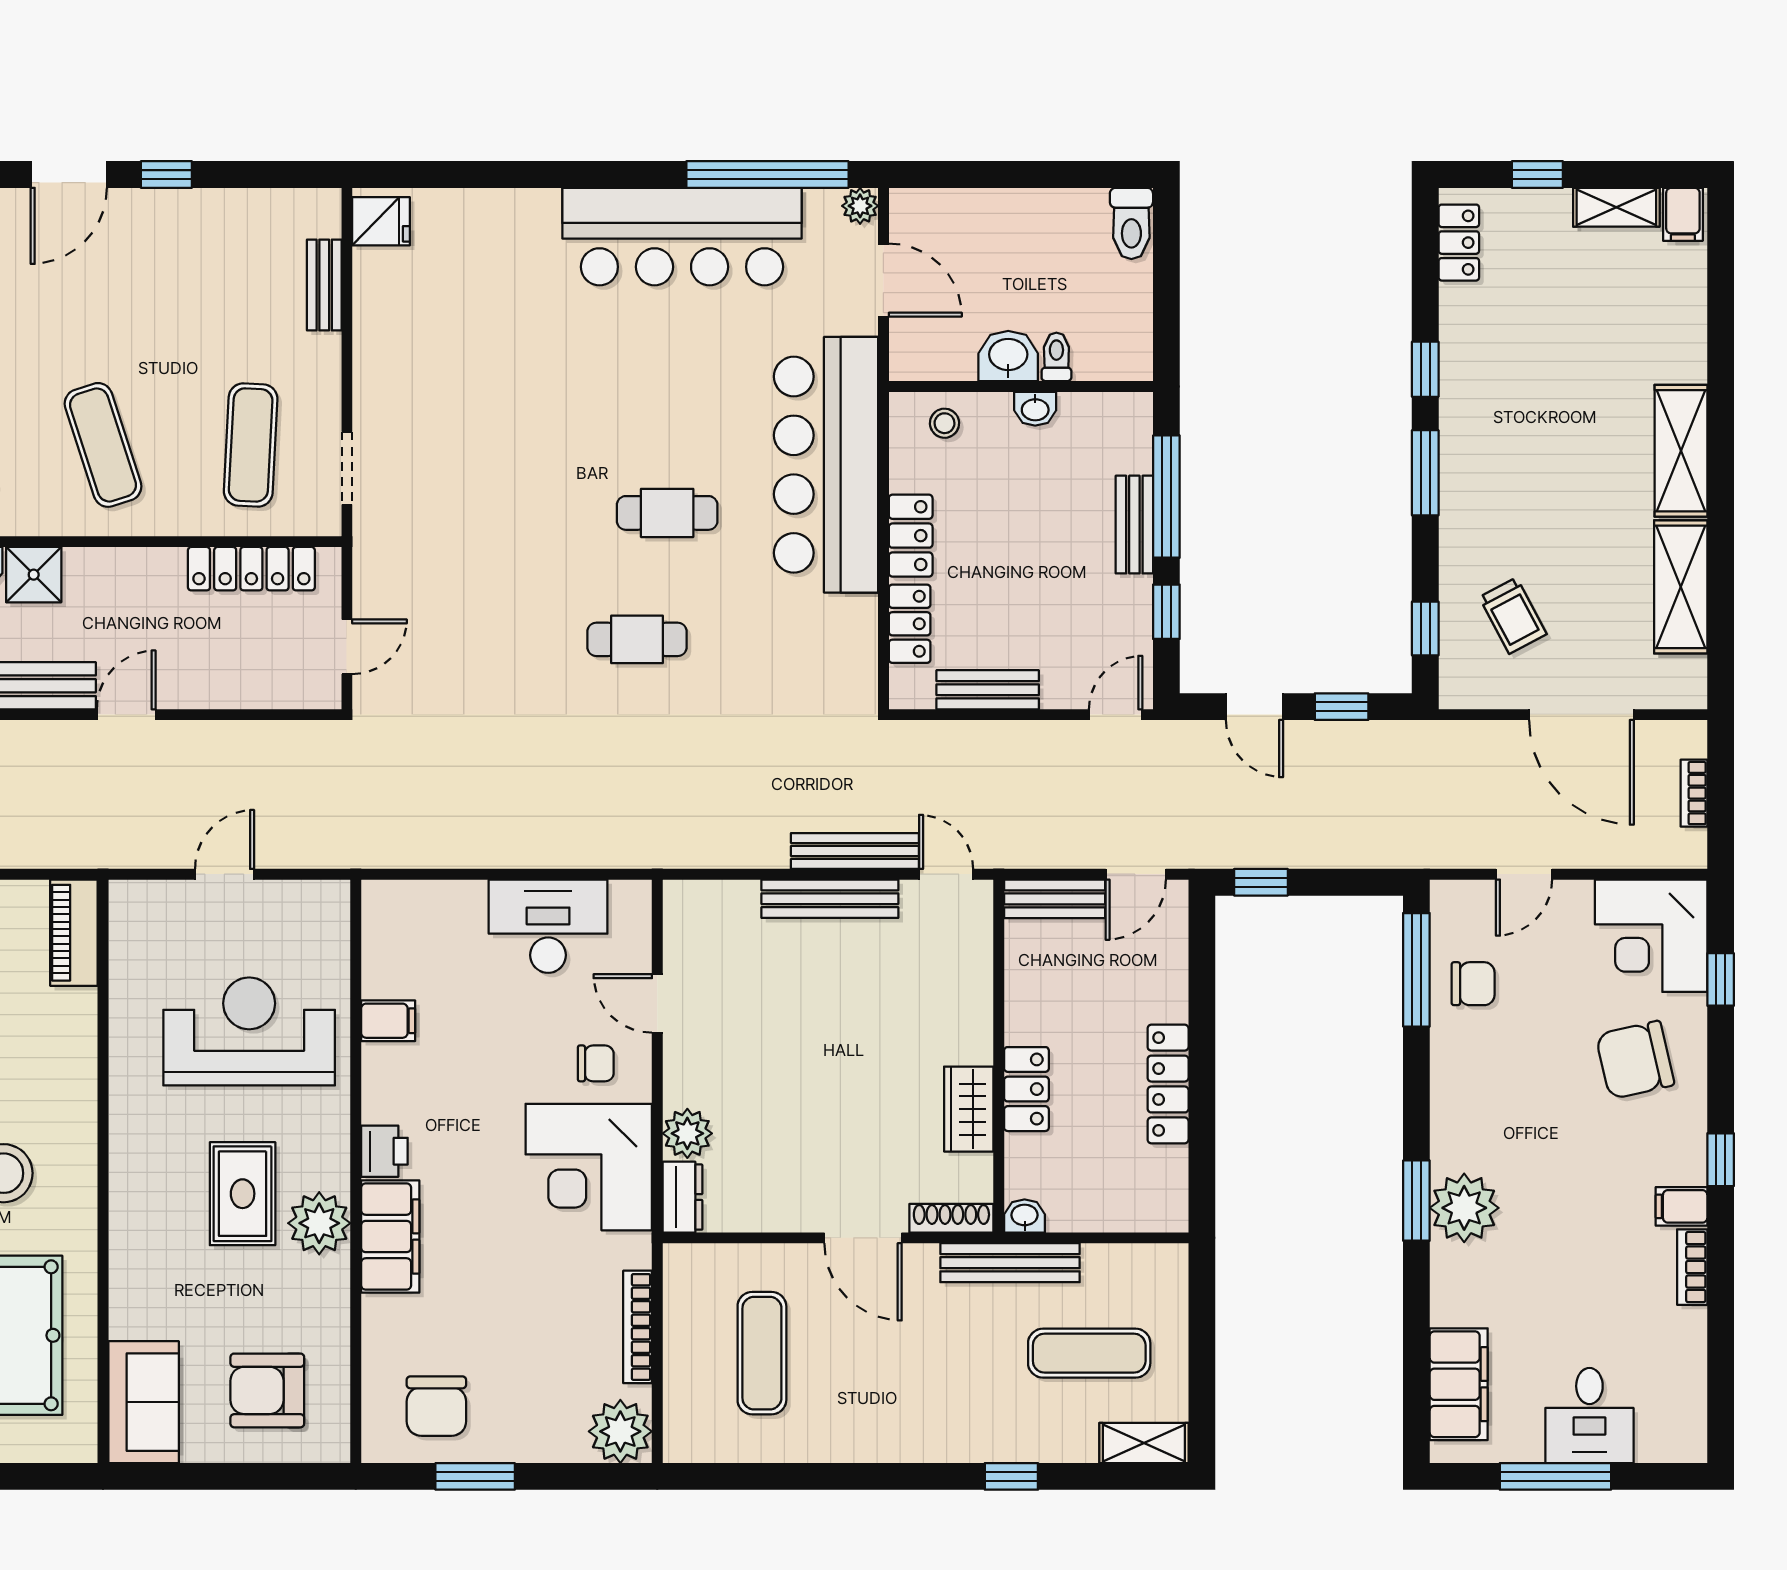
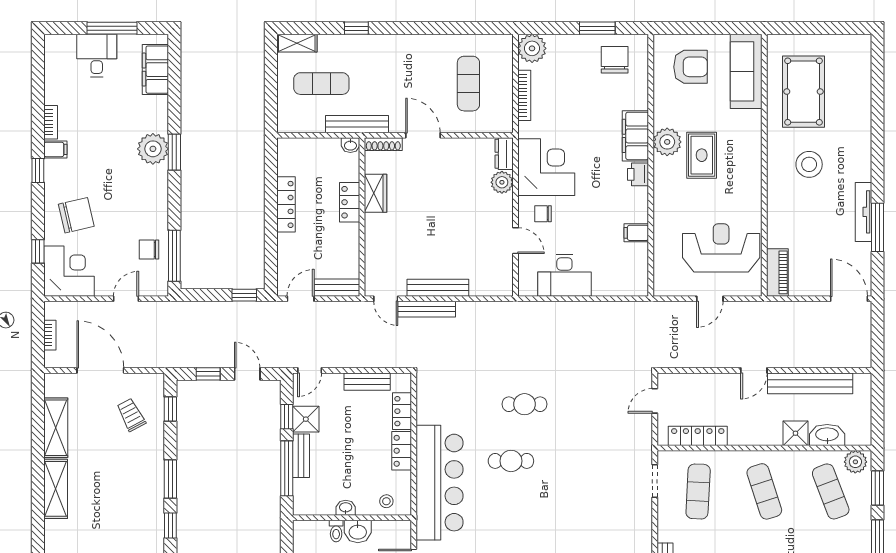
shower: (1124, 606) -> (306, 419), added
reception desk: (249, 1031) -> (721, 248), moved, turned 180
sofa: (144, 1402) -> (746, 71), width x1.36

